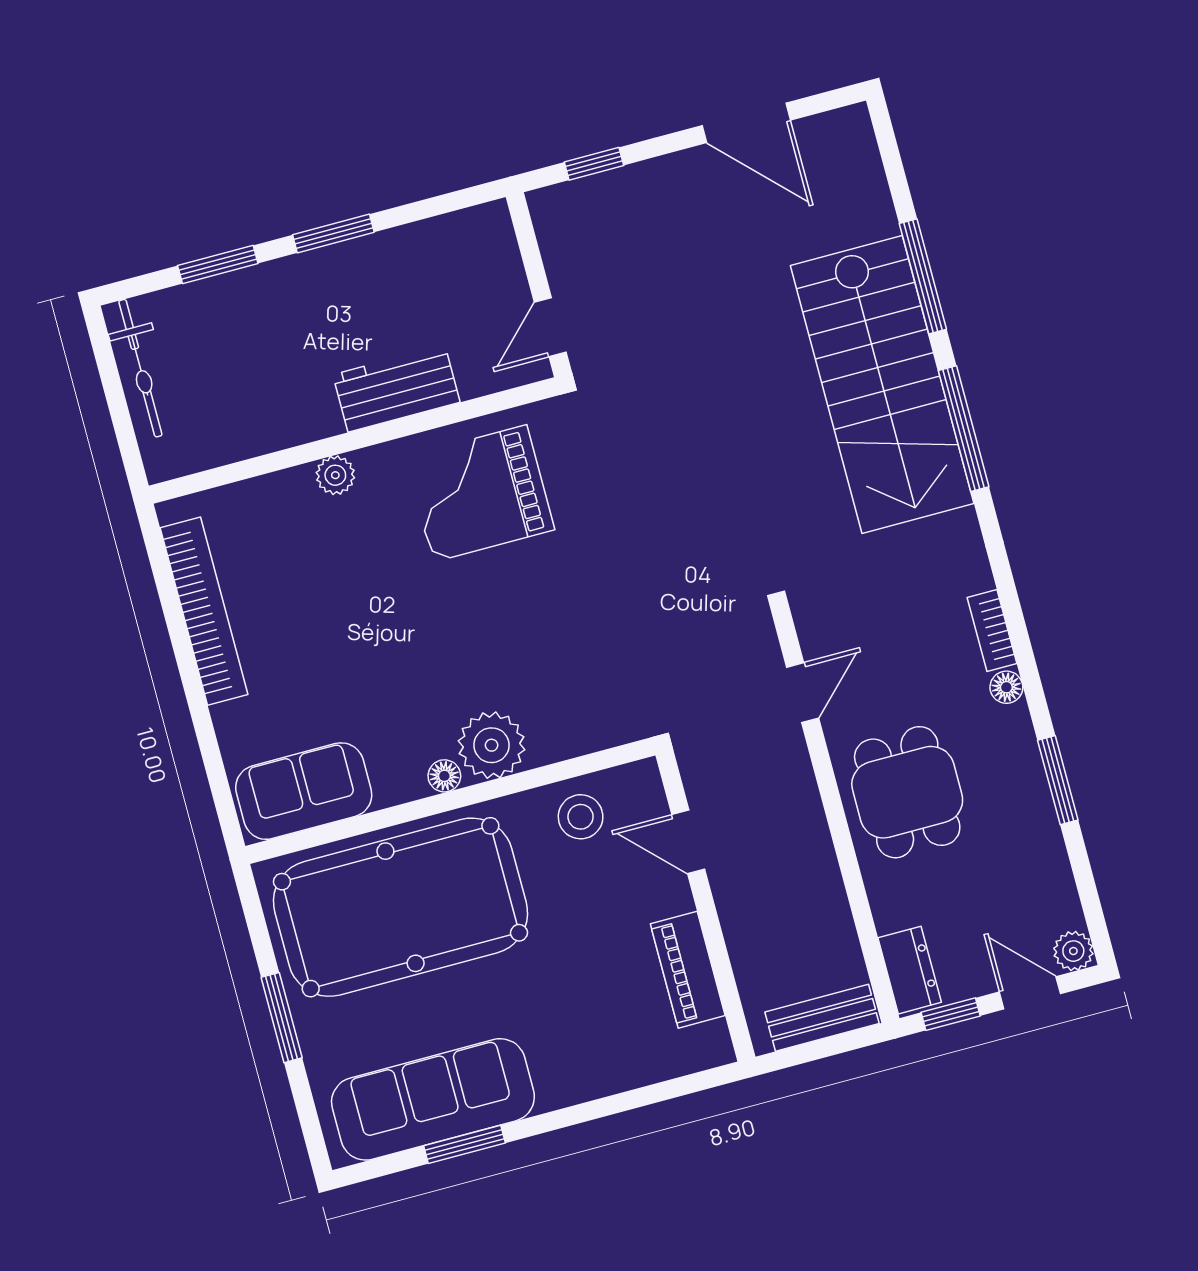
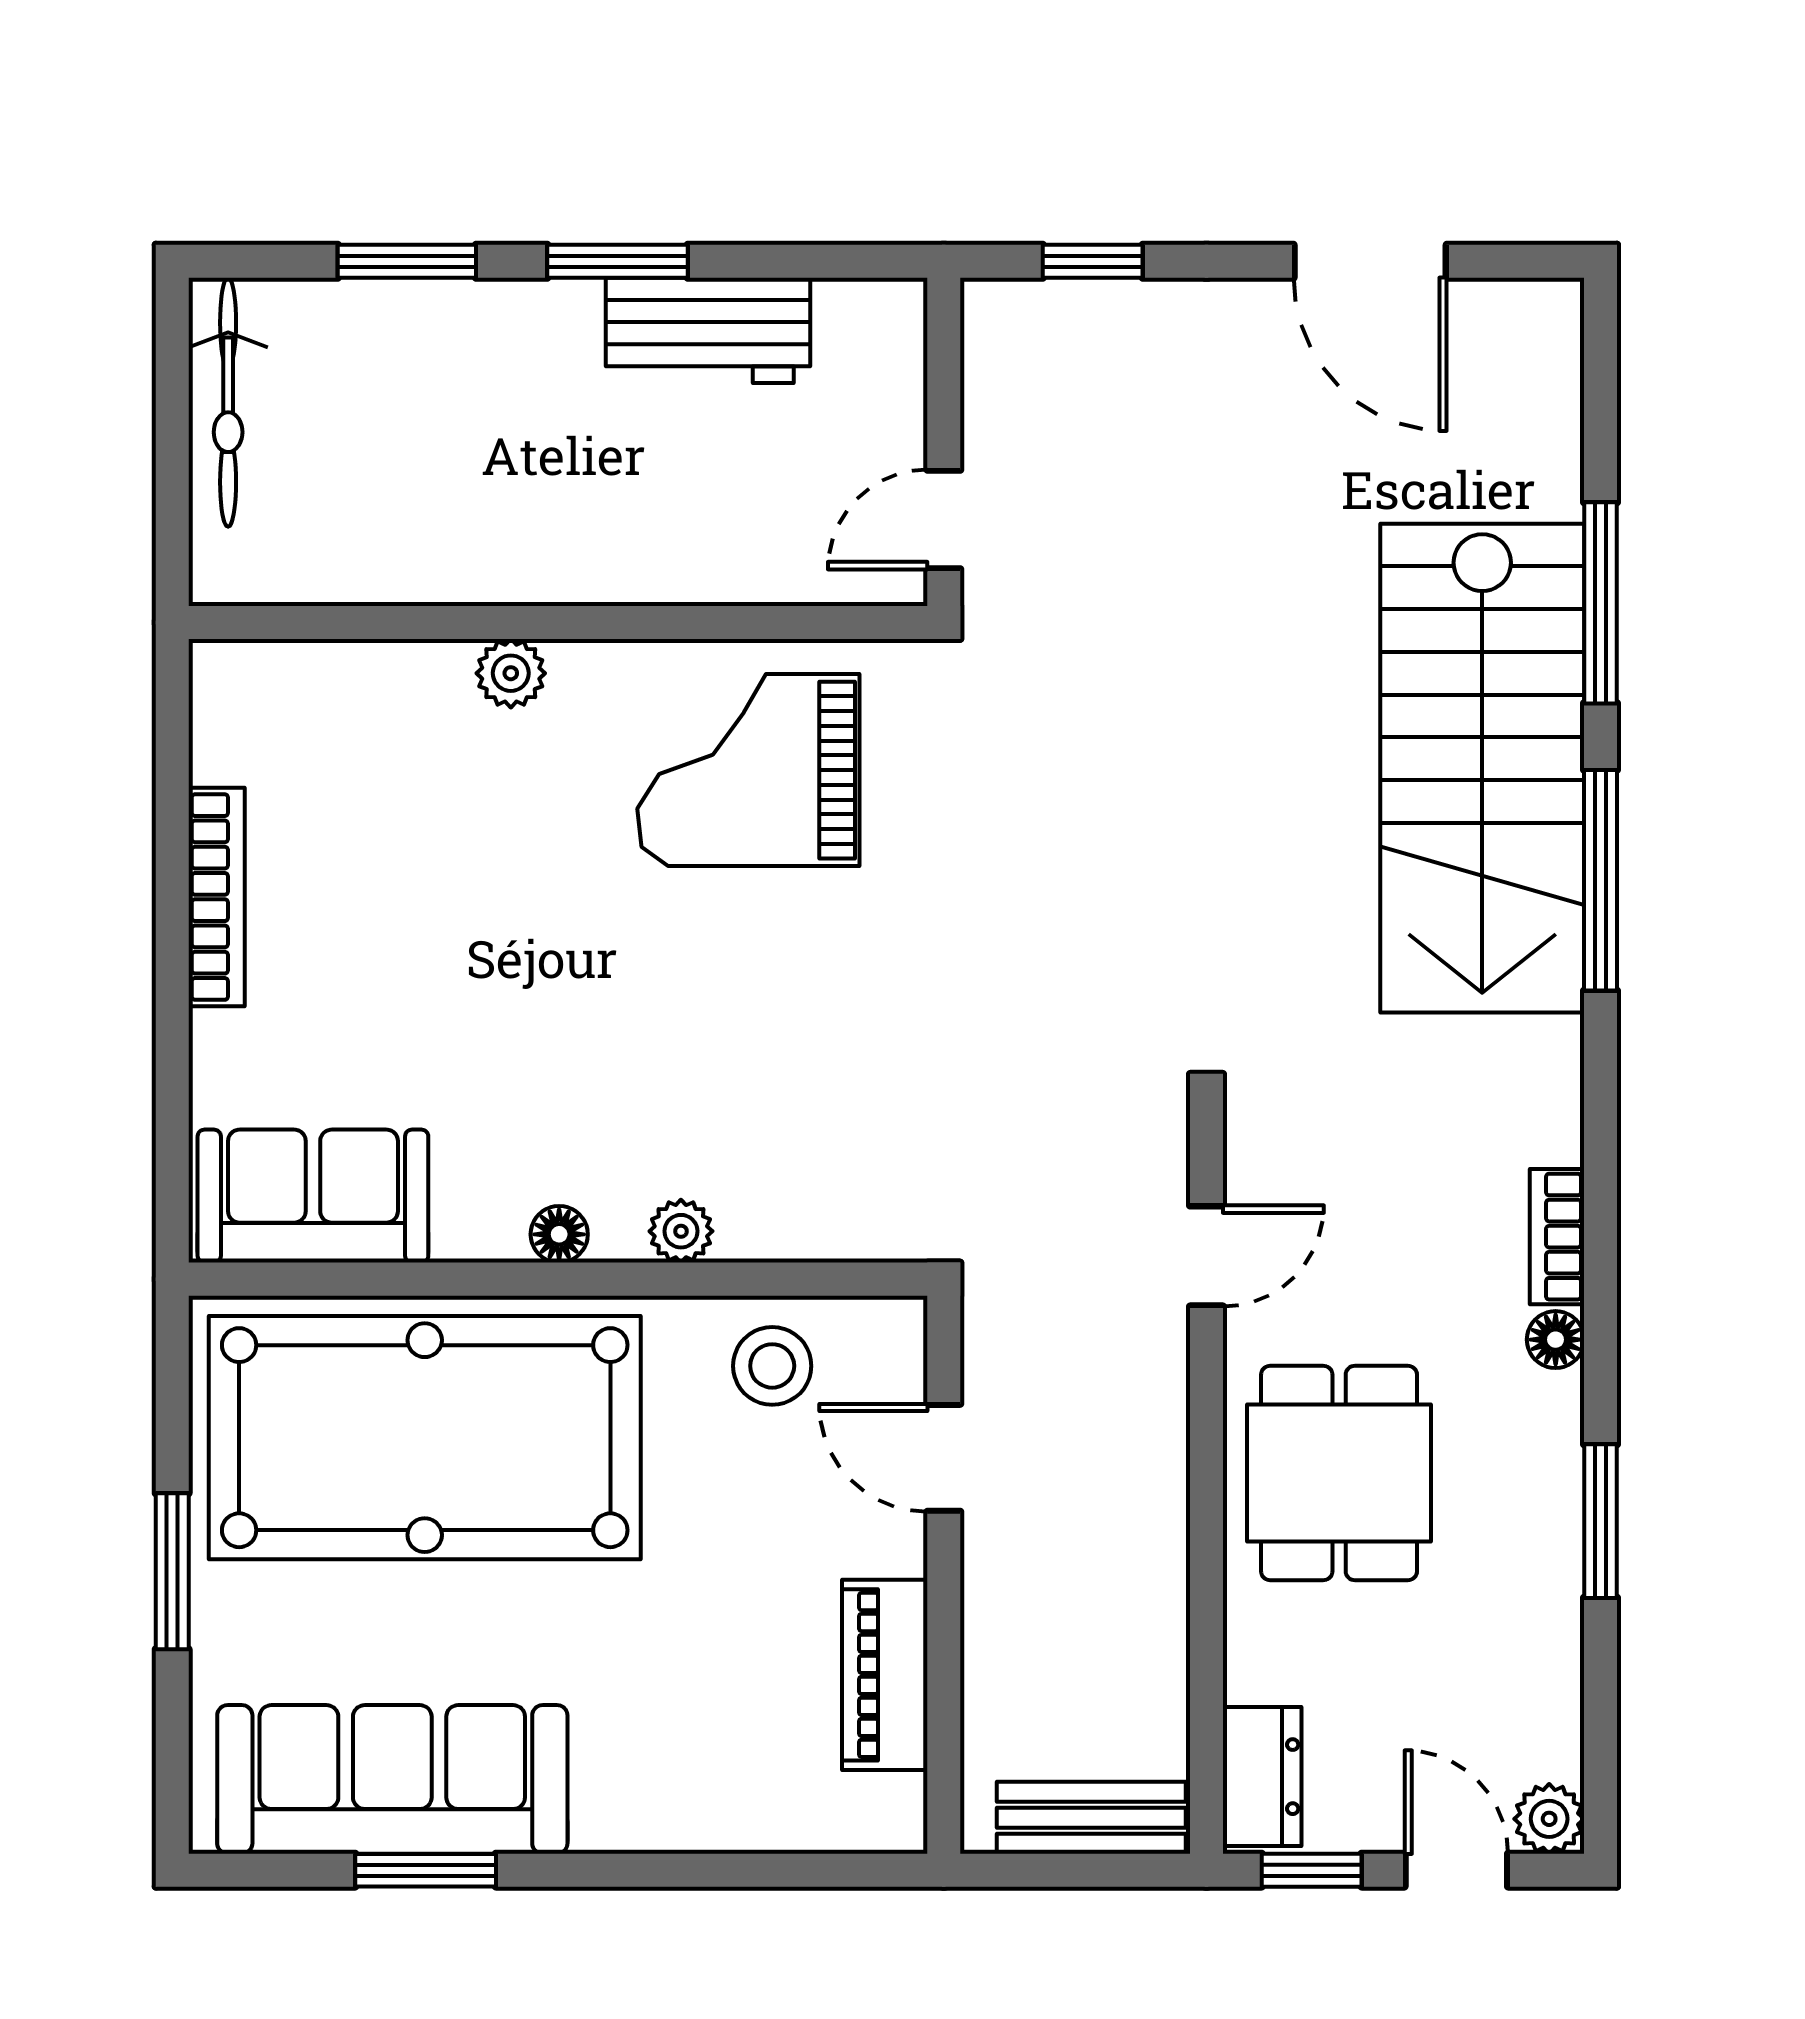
workbench: (396, 388) -> (708, 330), moved, turned 180
bookcase: (204, 611) -> (217, 897), width x0.68, depth x0.76
plant: (492, 745) -> (681, 1231), width x0.53, depth x0.53

